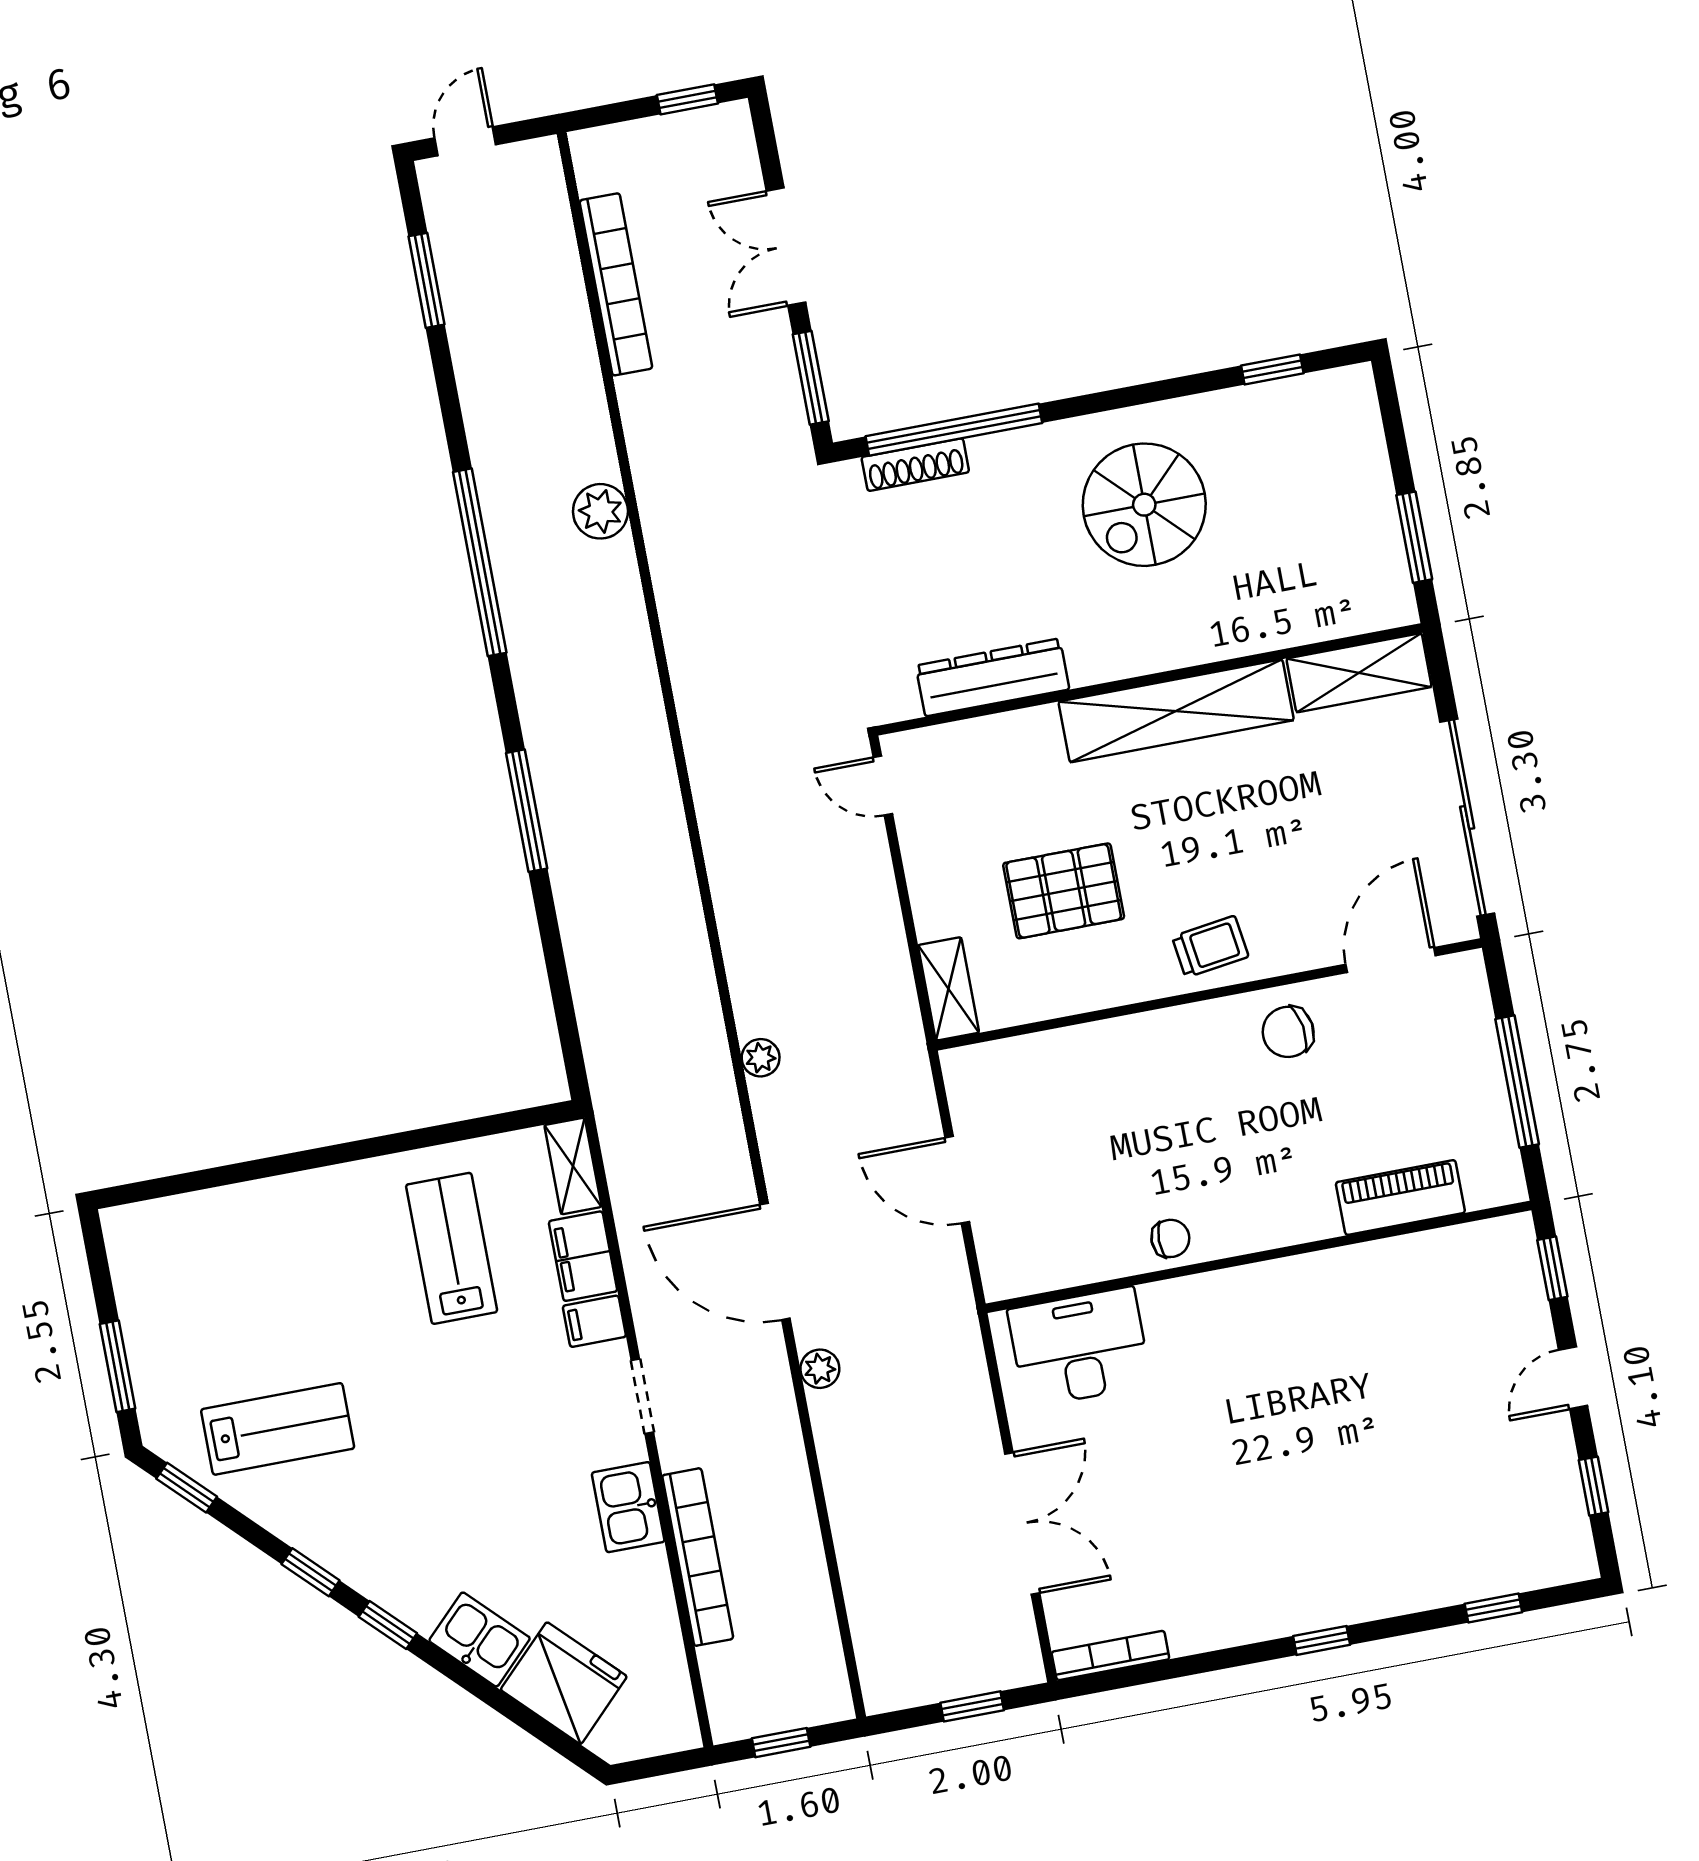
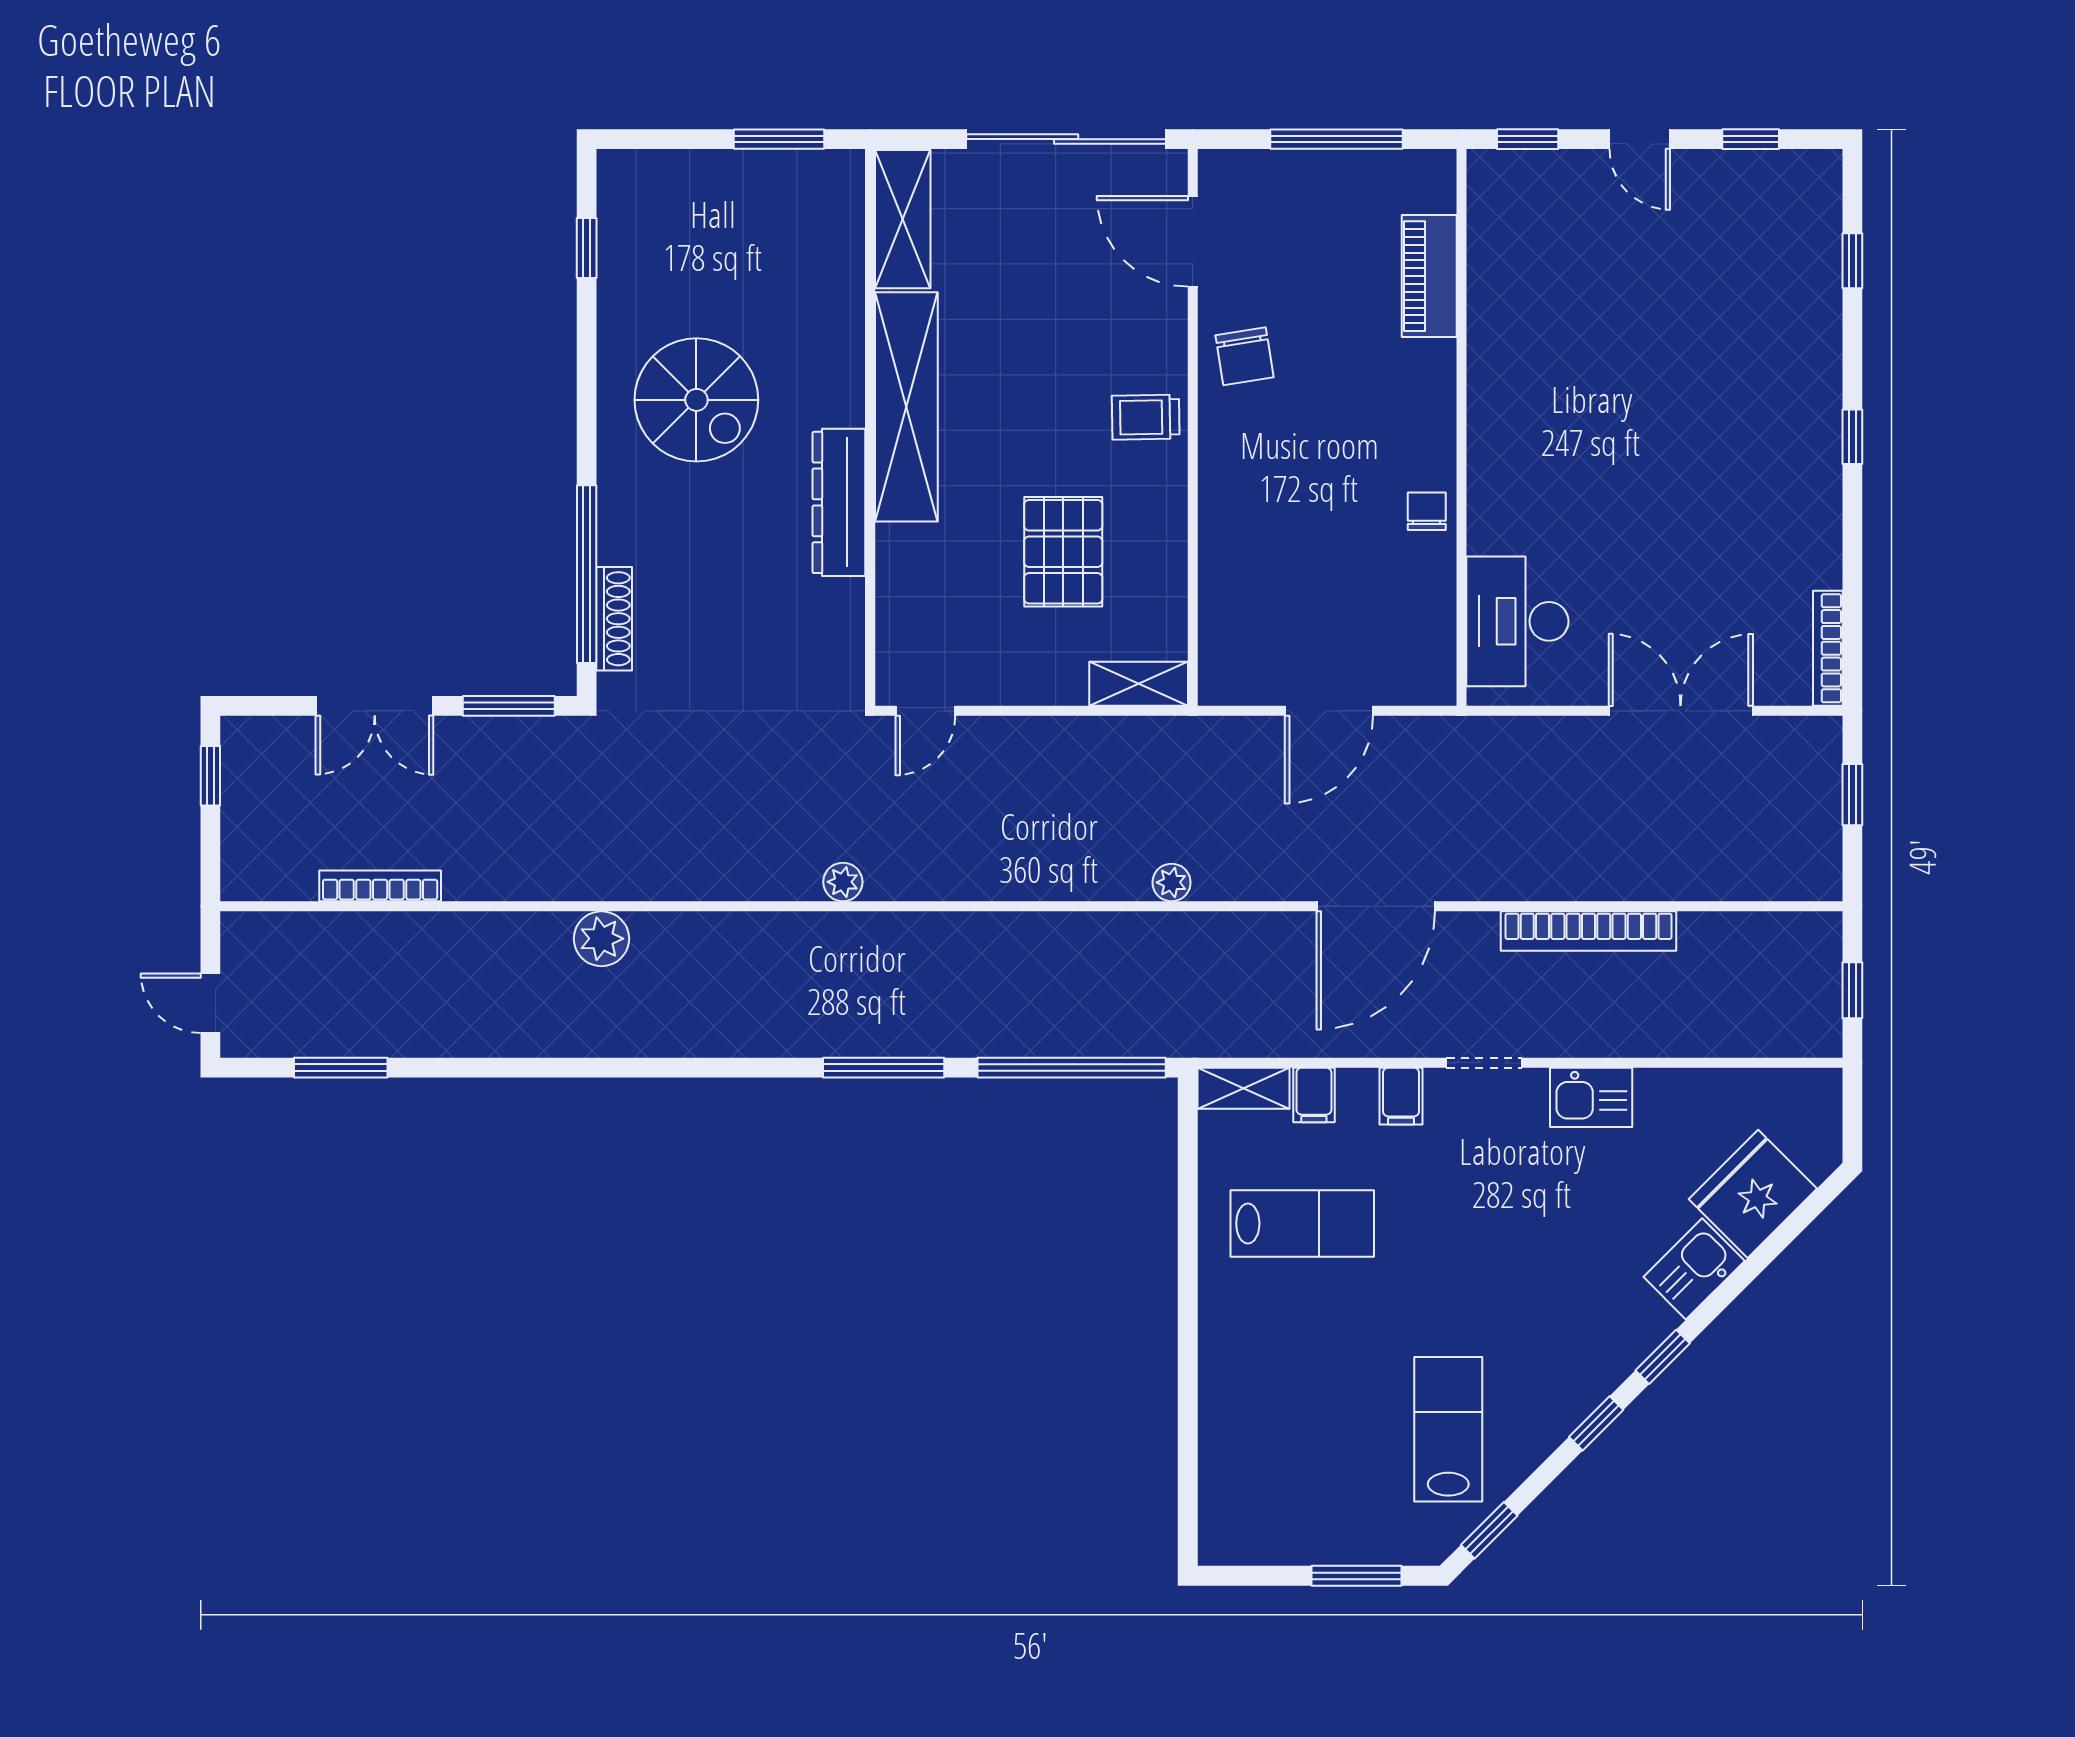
bookcase: (616, 284) -> (380, 886), width x0.68, depth x0.76
window: (480, 562) -> (1072, 1068), moved
dresser: (993, 677) -> (839, 502), moved
trolley: (1210, 947) -> (1146, 417), turned -83
lab bench: (452, 1248) -> (1302, 1224), turned 180
filing cabinet: (583, 1256) -> (1314, 1095), width x0.50
plant: (820, 1369) -> (843, 882), moved
bookcase: (698, 1557) -> (1588, 931), moved, turned 180

